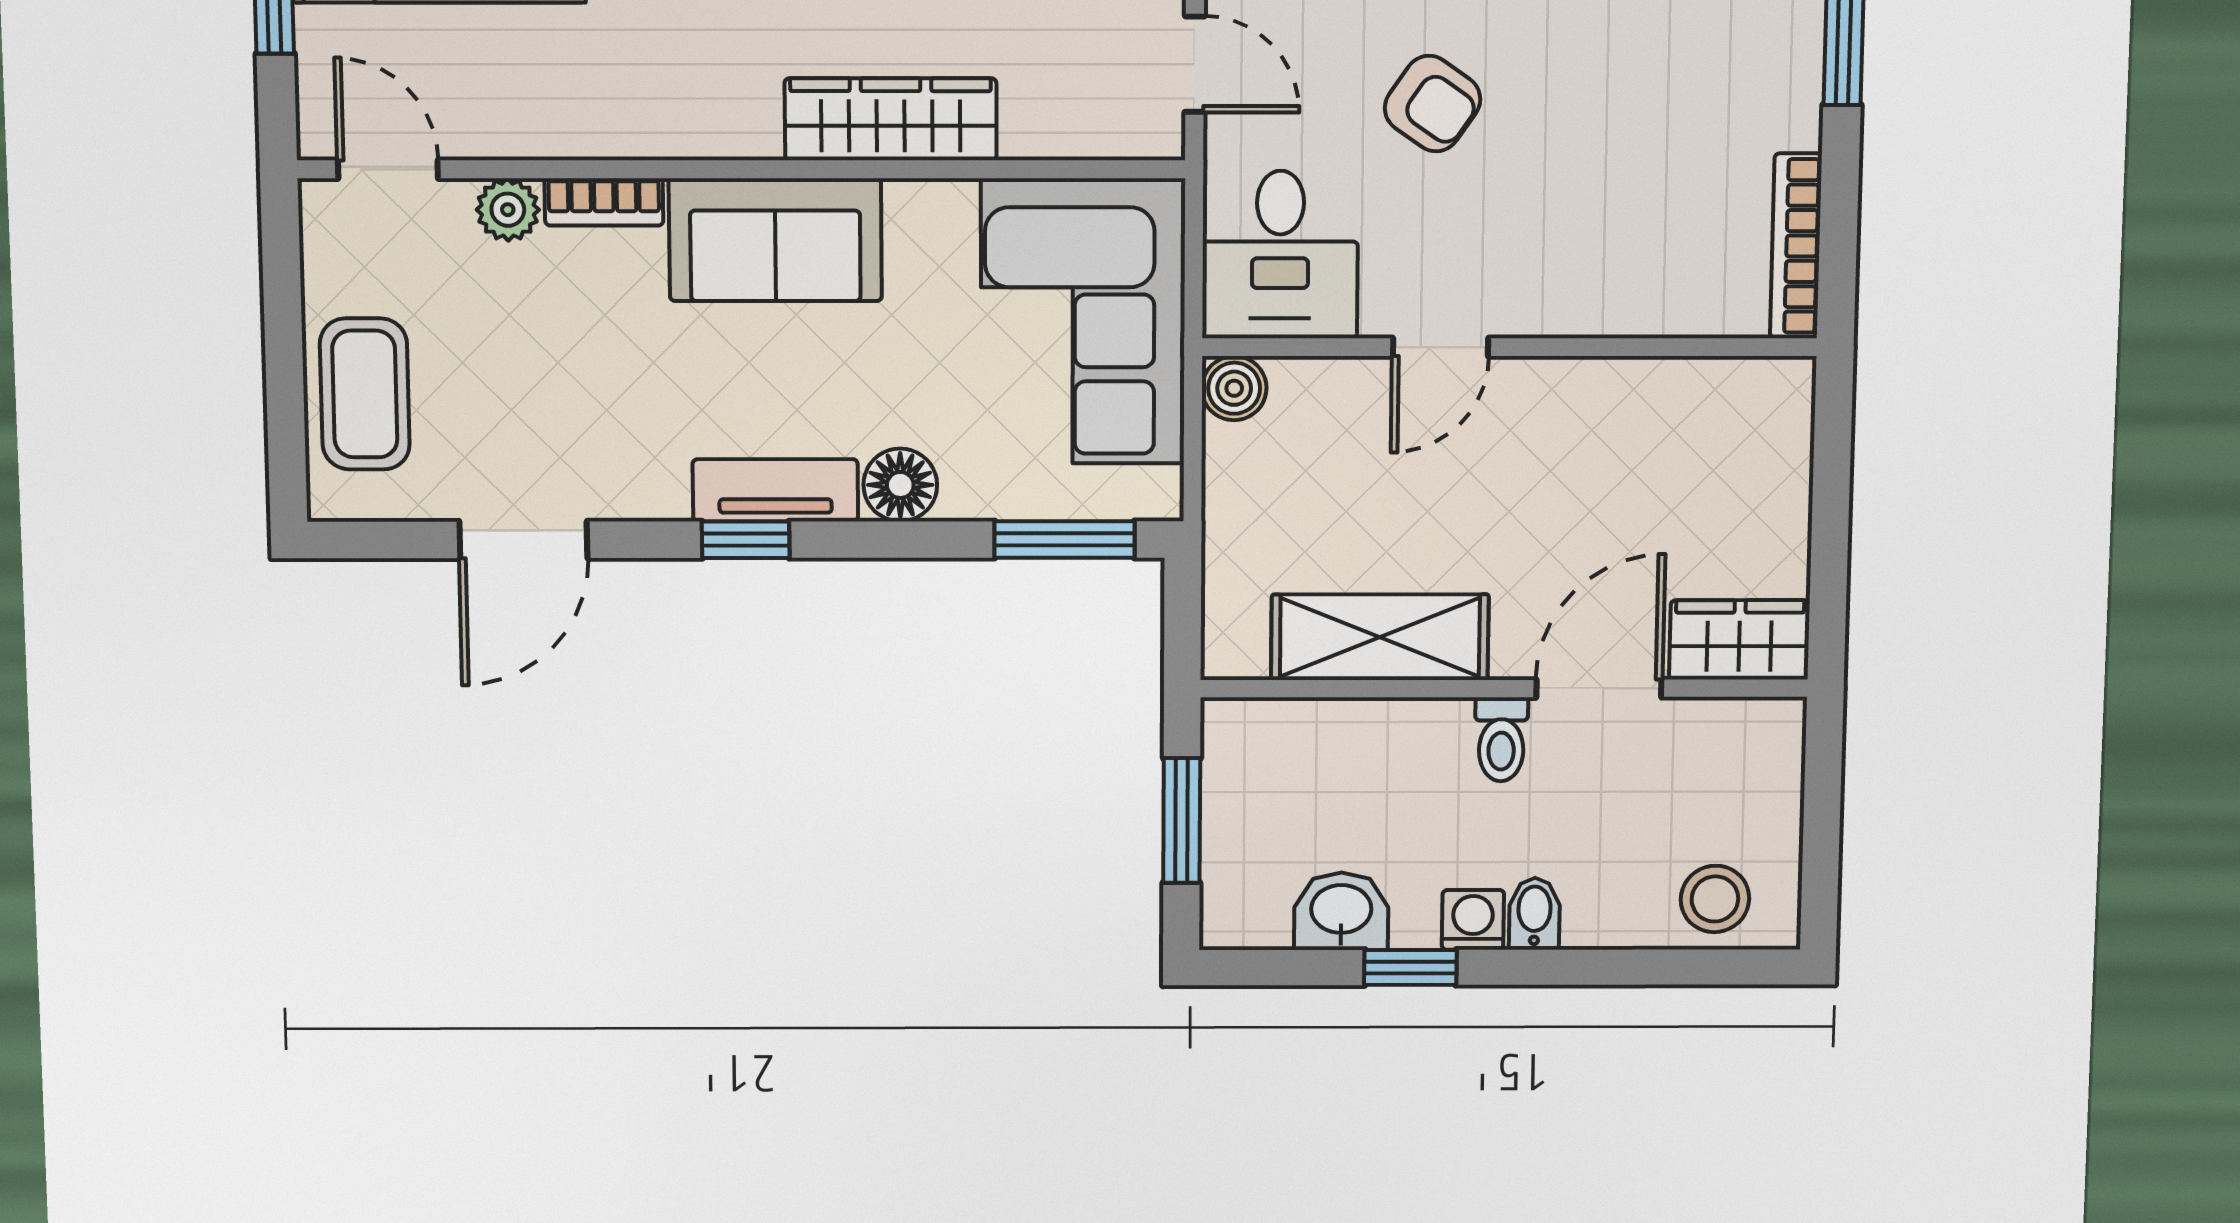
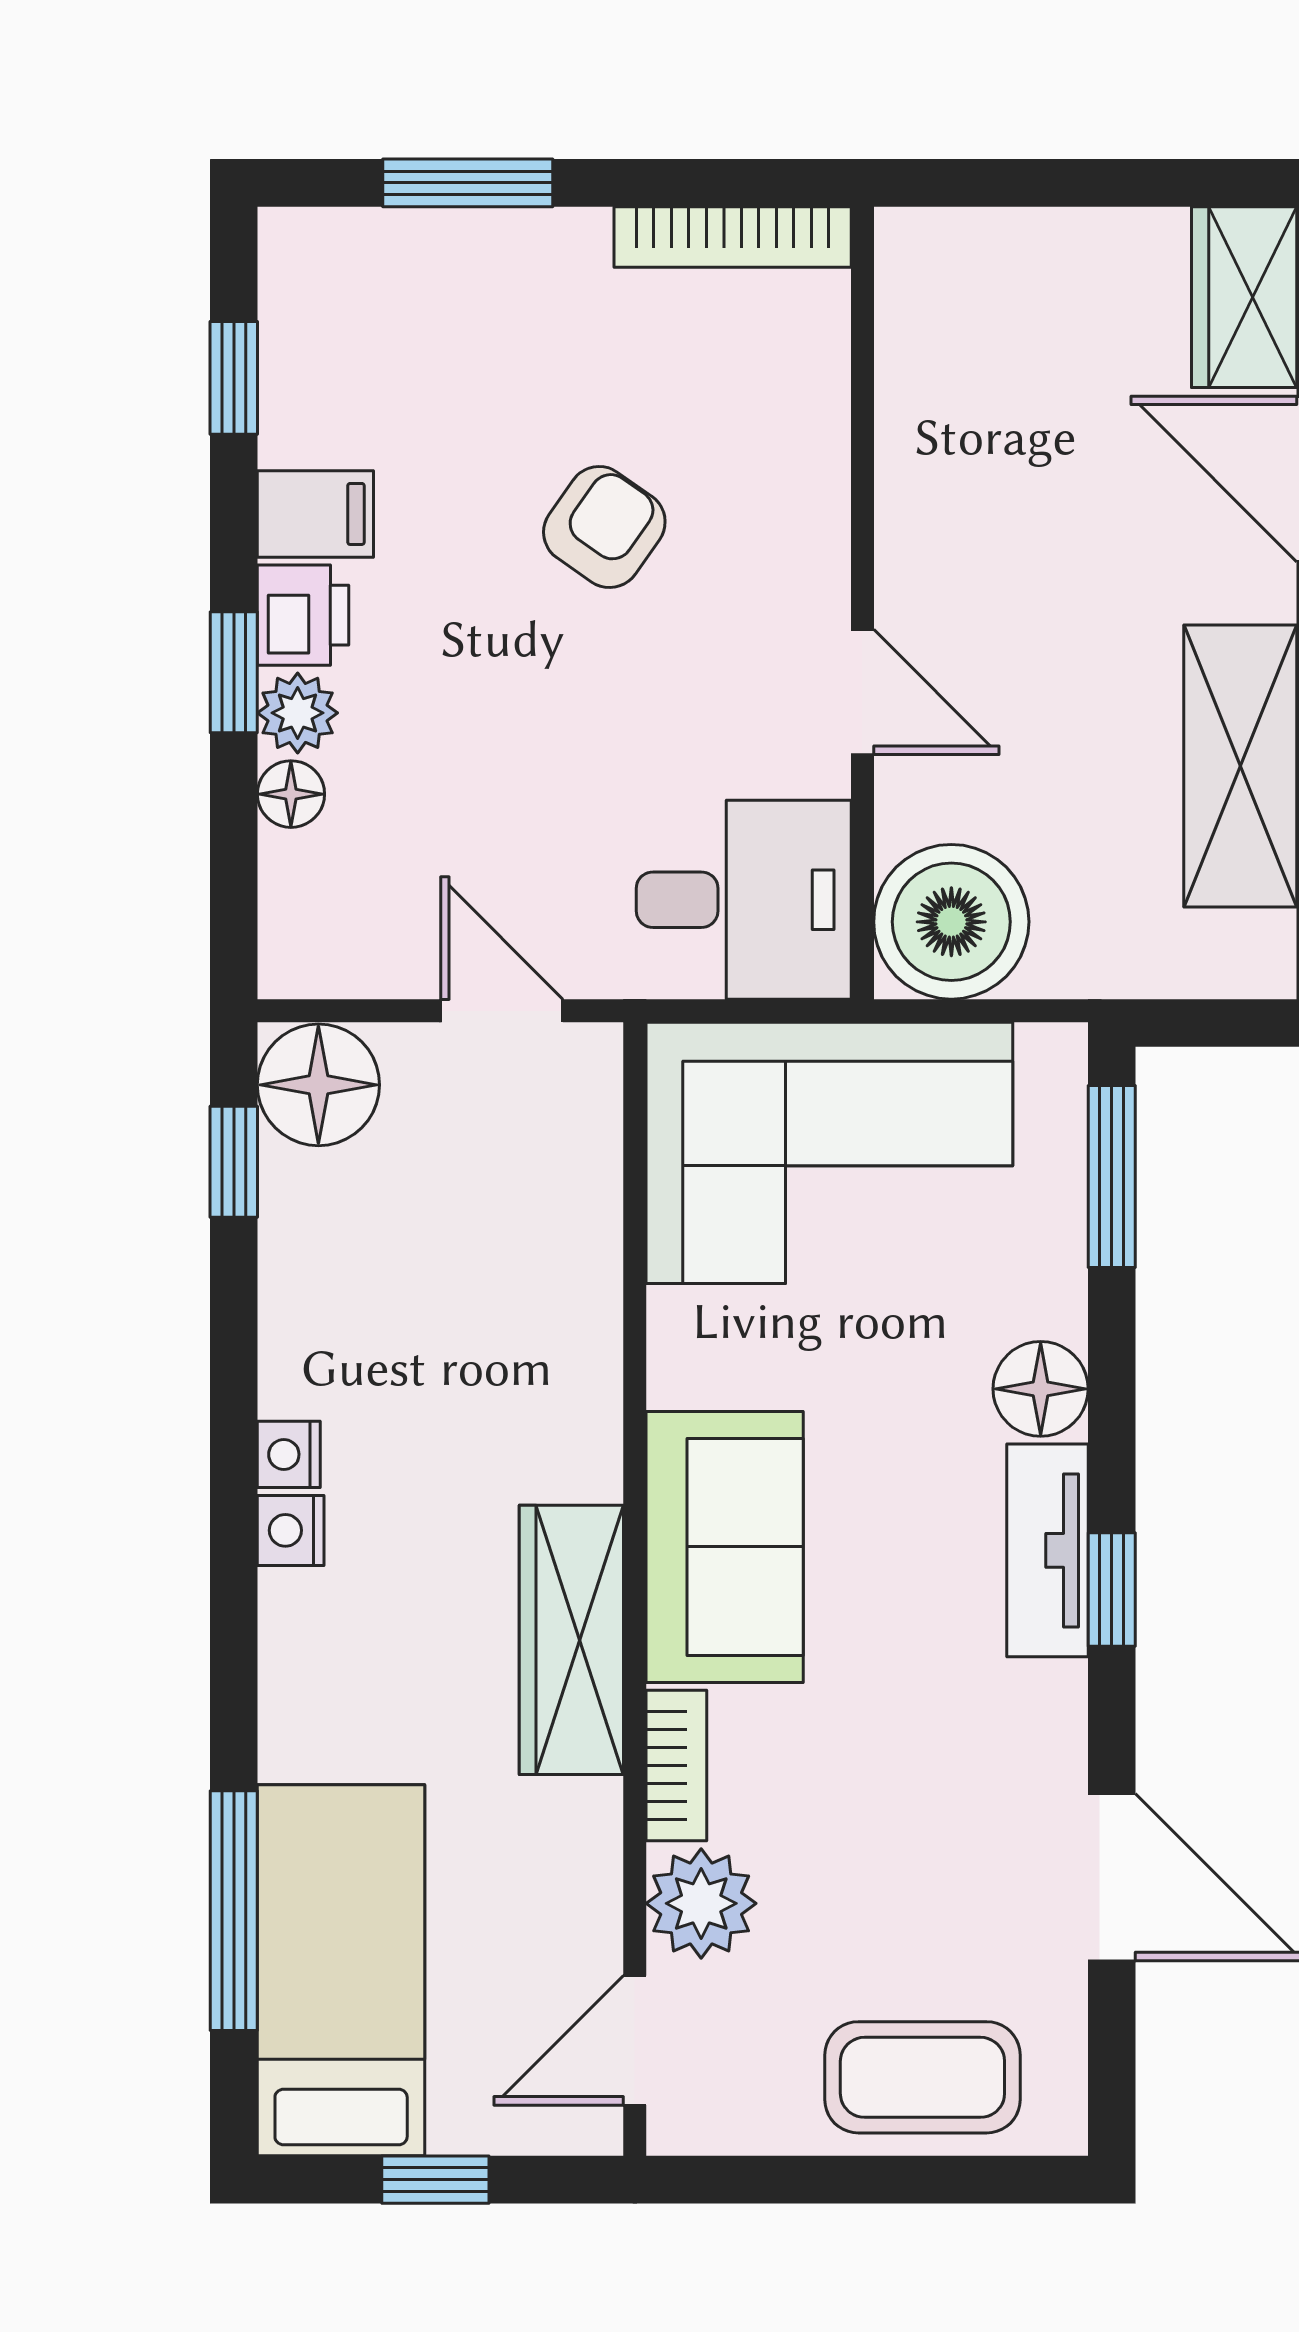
door: (1195, 64) -> (502, 1011), hinge flipped
armchair: (1433, 104) -> (604, 527), moved
wardrobe: (891, 119) -> (571, 1640), moved
plant: (508, 210) -> (701, 1903), width x1.38, depth x1.38
boiler: (1234, 388) -> (951, 922), width x1.86, depth x1.86

